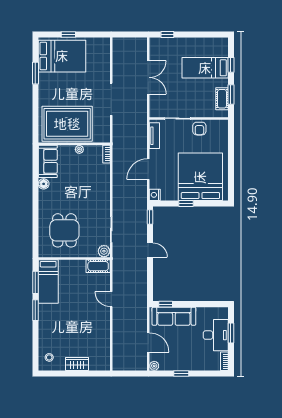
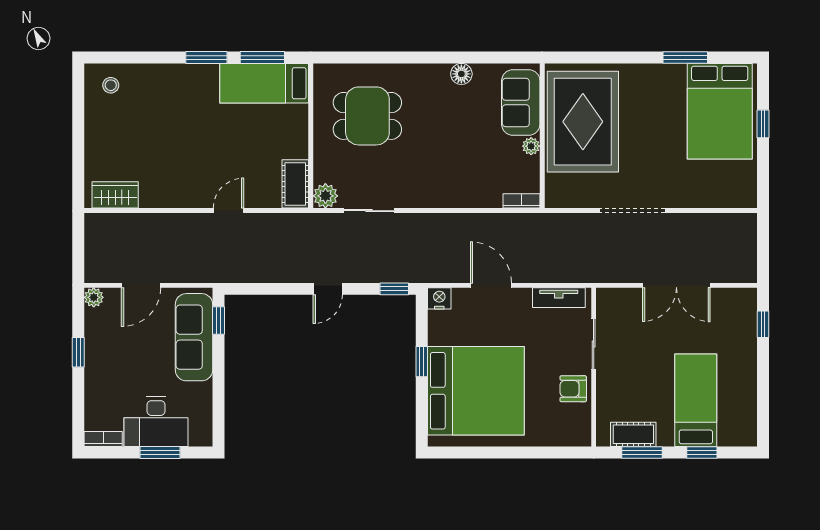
sofa: (48, 161) -> (521, 103), moved, turned 90
wardrobe: (77, 364) -> (115, 195), moved, turned -90

